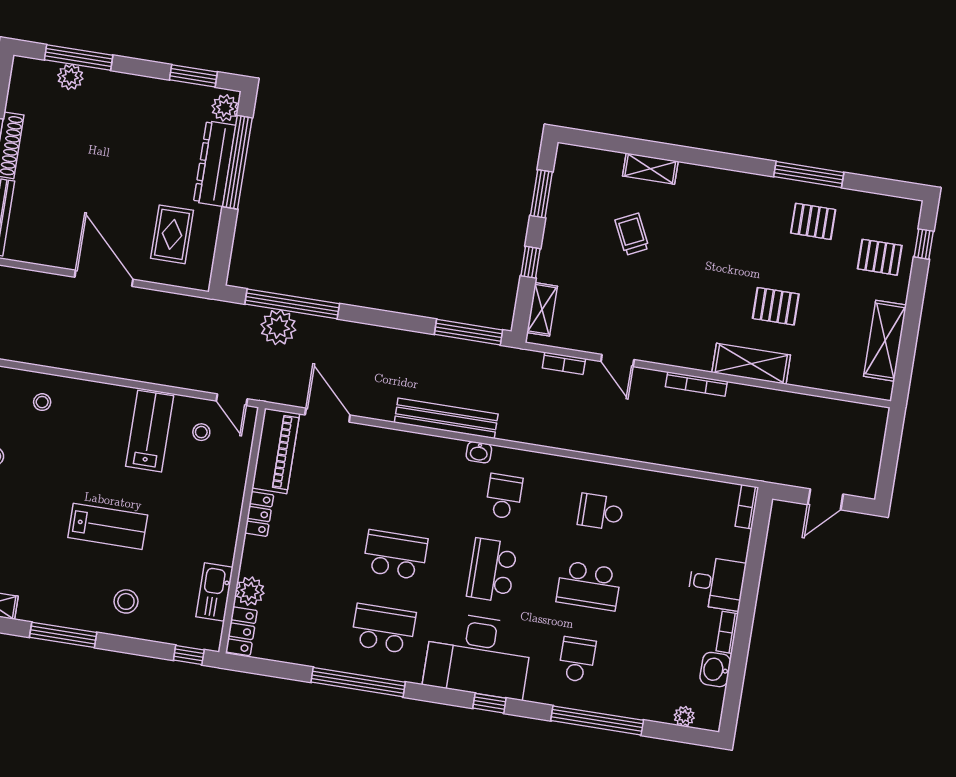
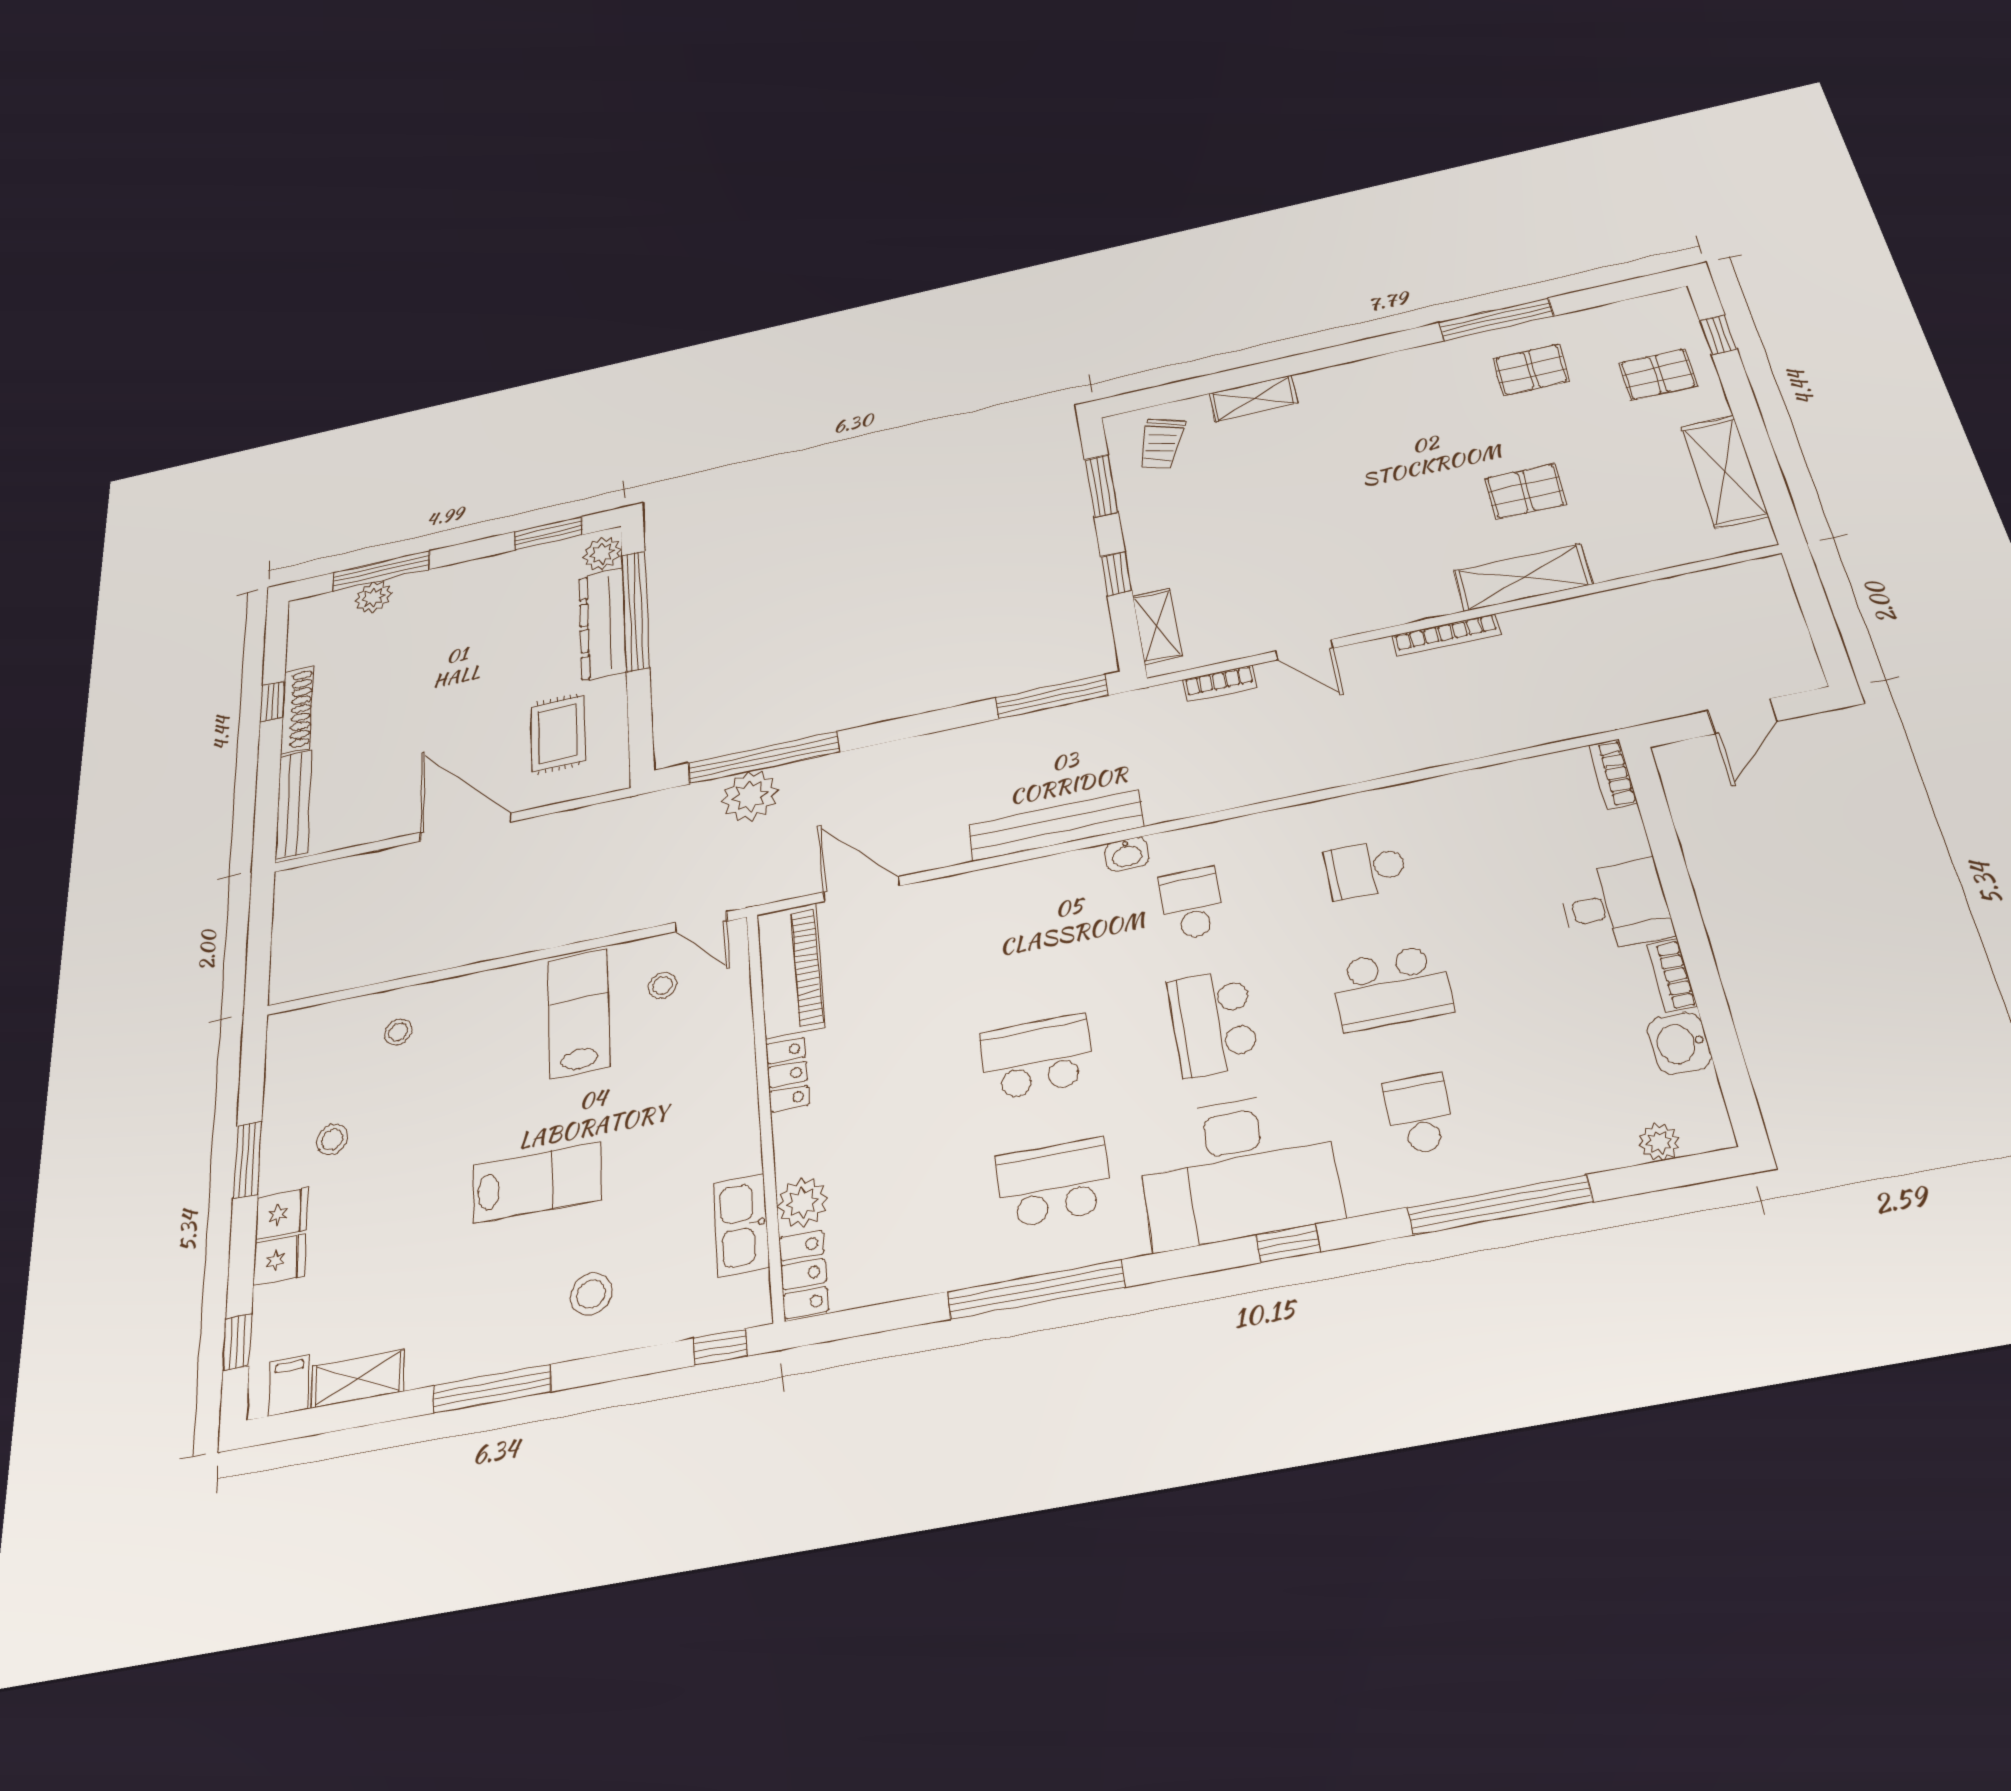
trolley: (632, 234) -> (1161, 444), moved, turned -135

